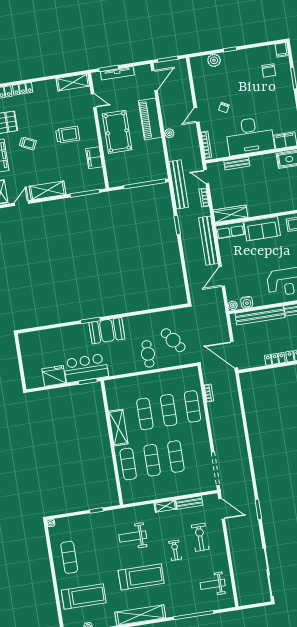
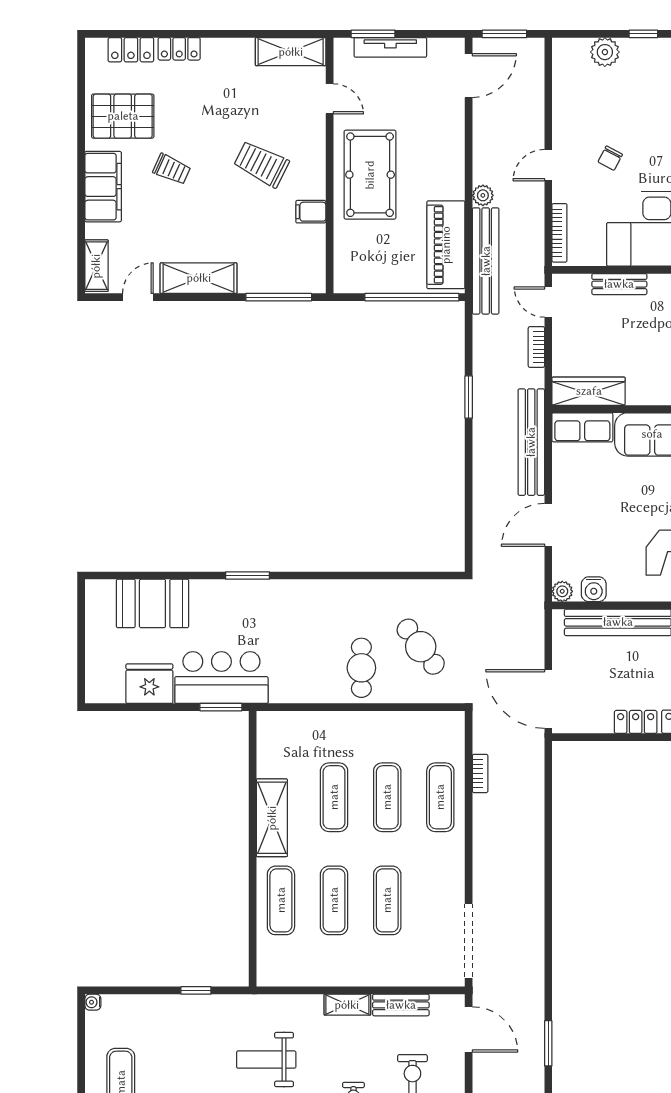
piano: (150, 119) -> (446, 245), moved
trolley: (68, 135) -> (261, 164), turned -153
filing cabinet: (94, 158) -> (311, 212), width x0.50
bench: (179, 184) -> (486, 261), moved
booth: (107, 331) -> (152, 603), moved

